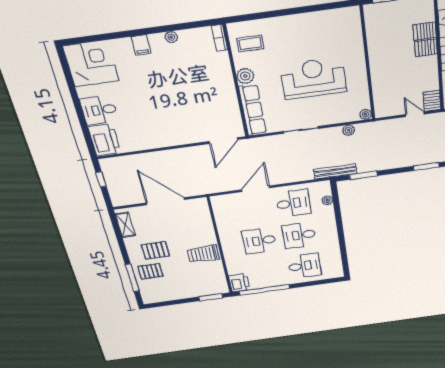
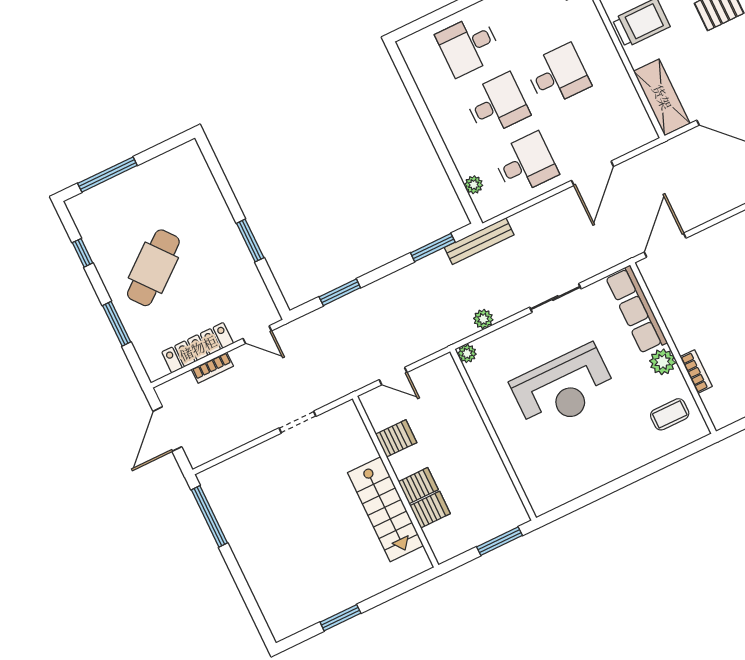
bookcase: (220, 38) -> (696, 372), moved
server rack: (432, 101) -> (396, 438), moved, turned -90
desk: (293, 203) -> (525, 164), turned 180
shelving: (202, 216) -> (662, 97), added

